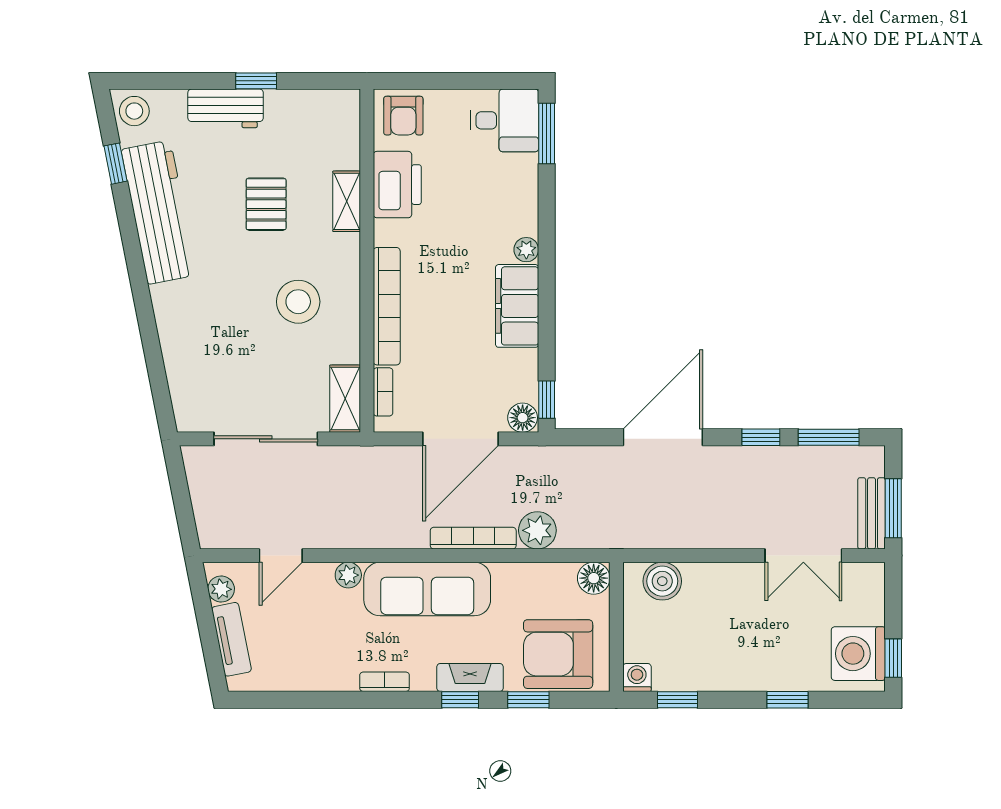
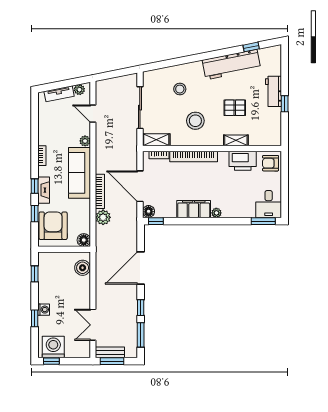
stool: (134, 111) -> (180, 89), moved
door: (663, 437) -> (141, 268), swing flipped
washing machine: (637, 677) -> (44, 310), moved

